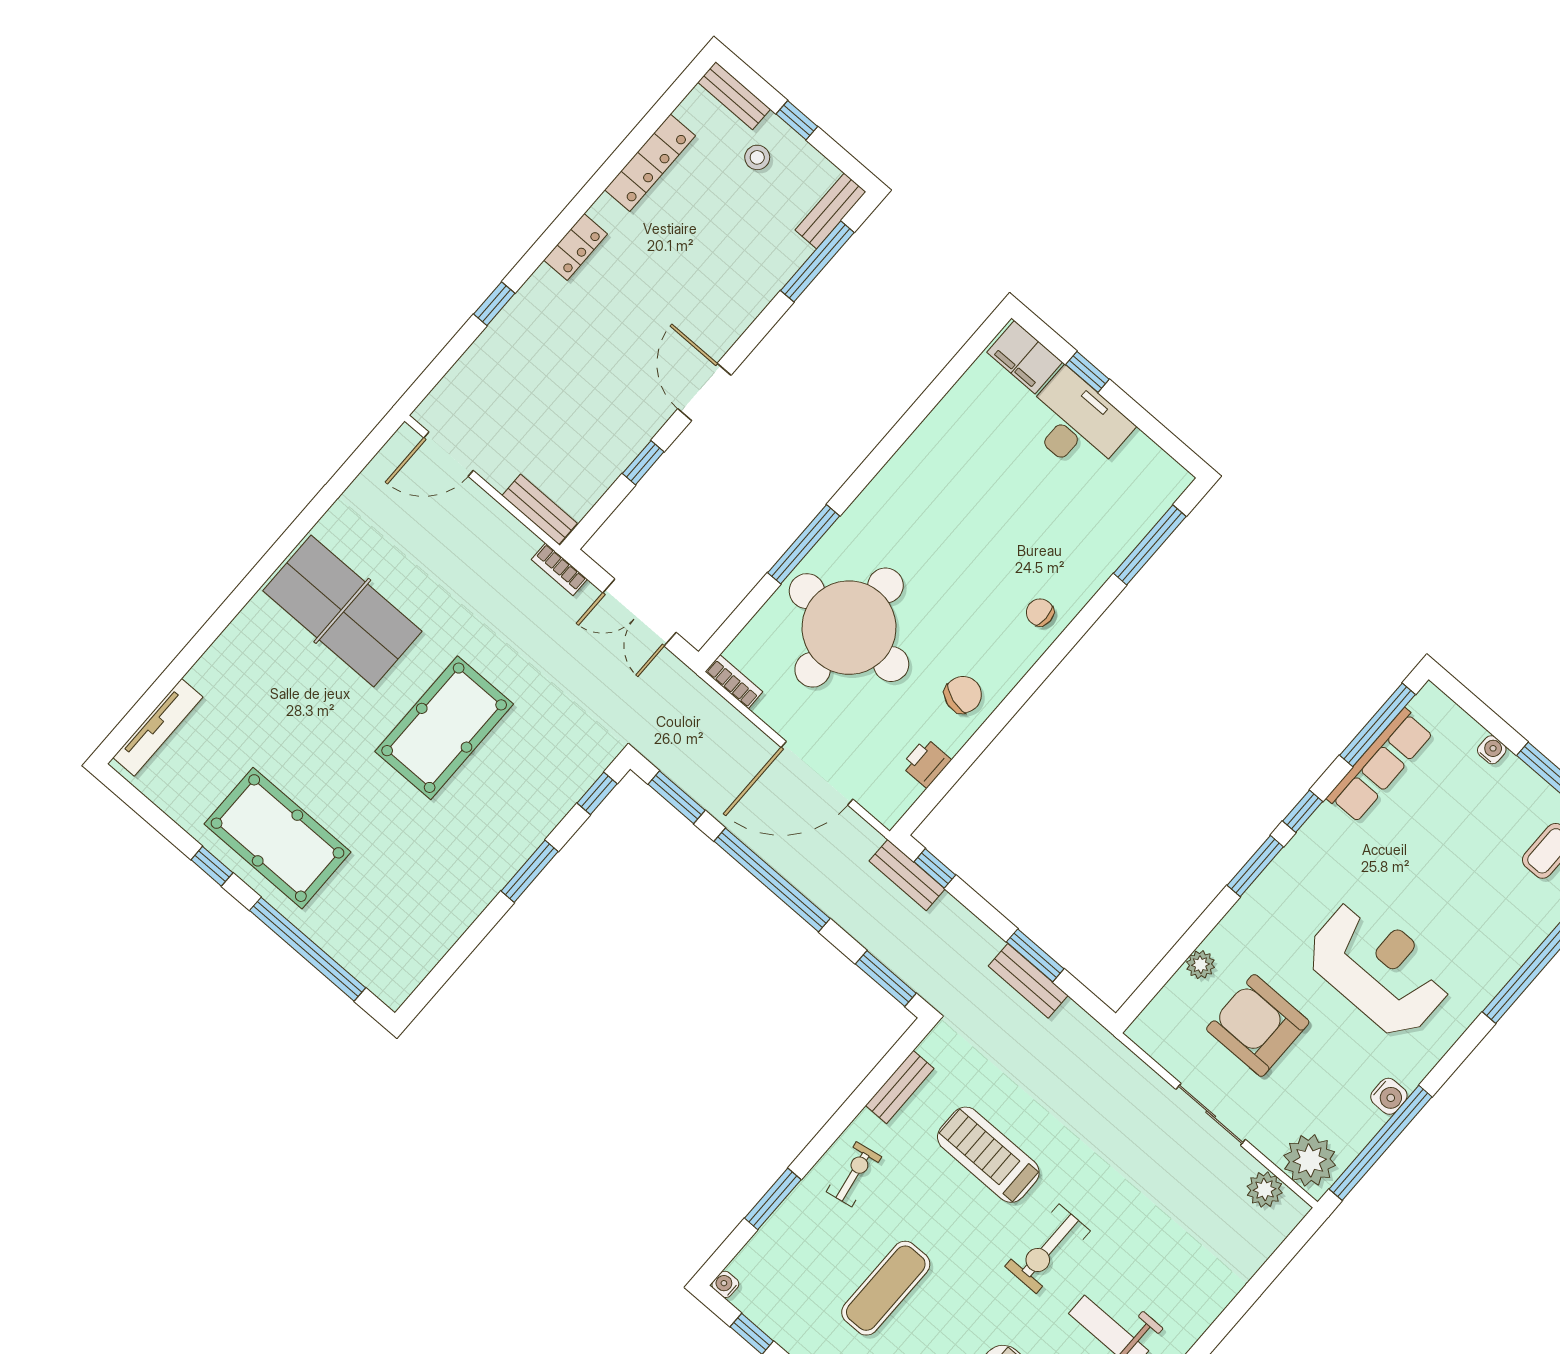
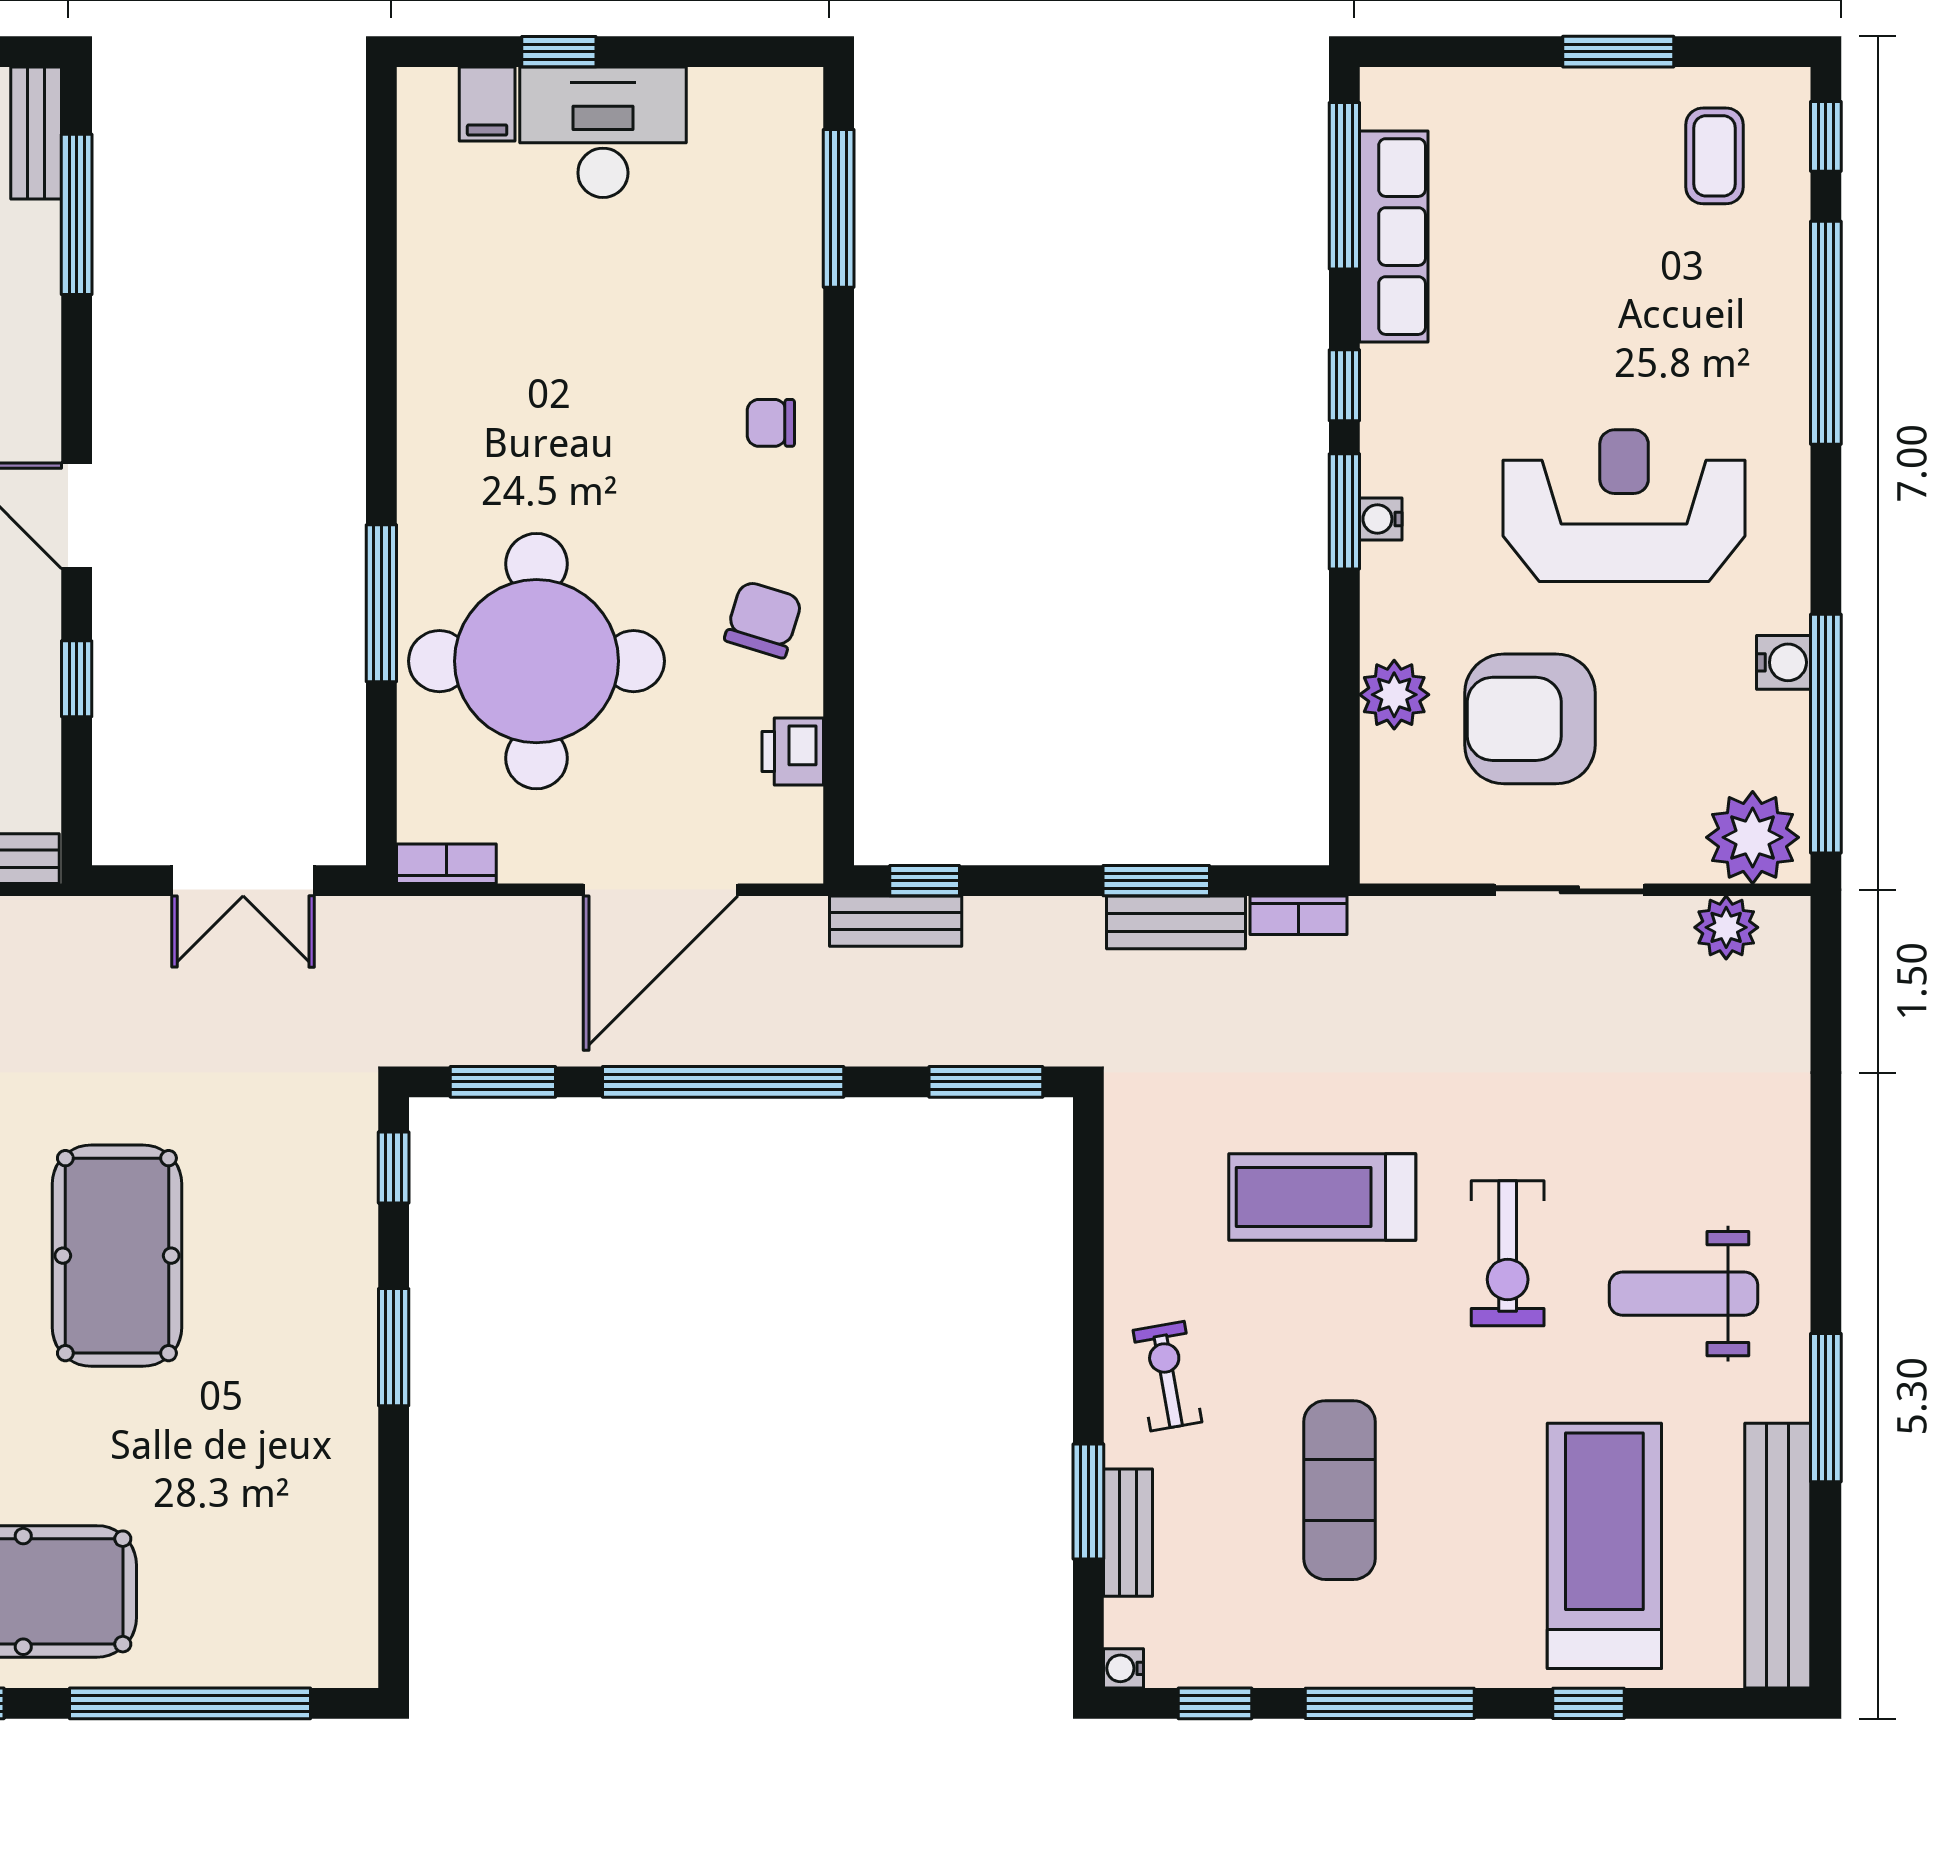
filing cabinet: (1025, 357) -> (487, 104), width x0.50
bookcase: (559, 569) -> (1298, 915), moved
water cooler: (1492, 750) -> (1381, 519), moved, turned -90
plant: (1200, 965) -> (1394, 695), width x1.38, depth x1.38
bench: (900, 1087) -> (1128, 1533), moved

